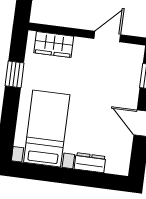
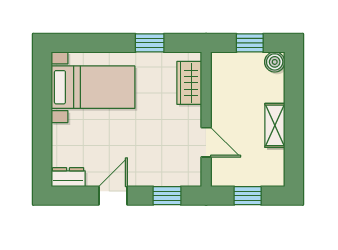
dresser: (90, 163) -> (68, 177), moved, turned -90

